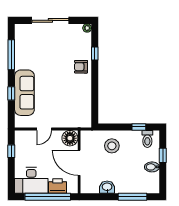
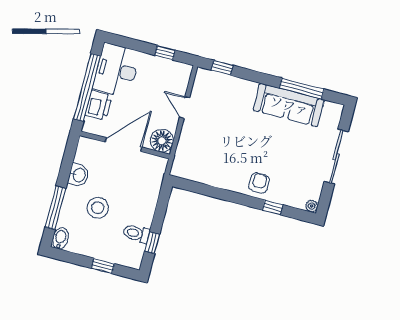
window: (11, 93) -> (222, 68), moved
sofa: (24, 93) -> (289, 105), moved
toilet: (147, 139) -> (136, 234), moved
stool: (112, 146) -> (98, 208), moved
bidet: (152, 167) -> (60, 238), moved

